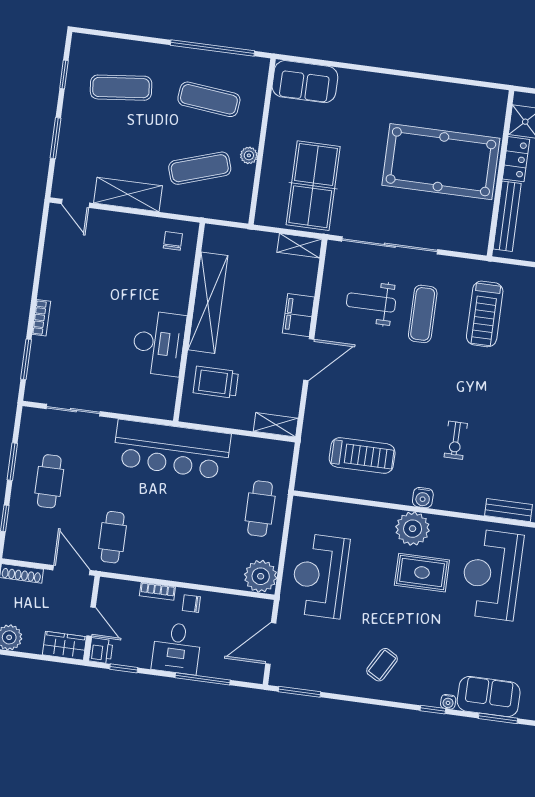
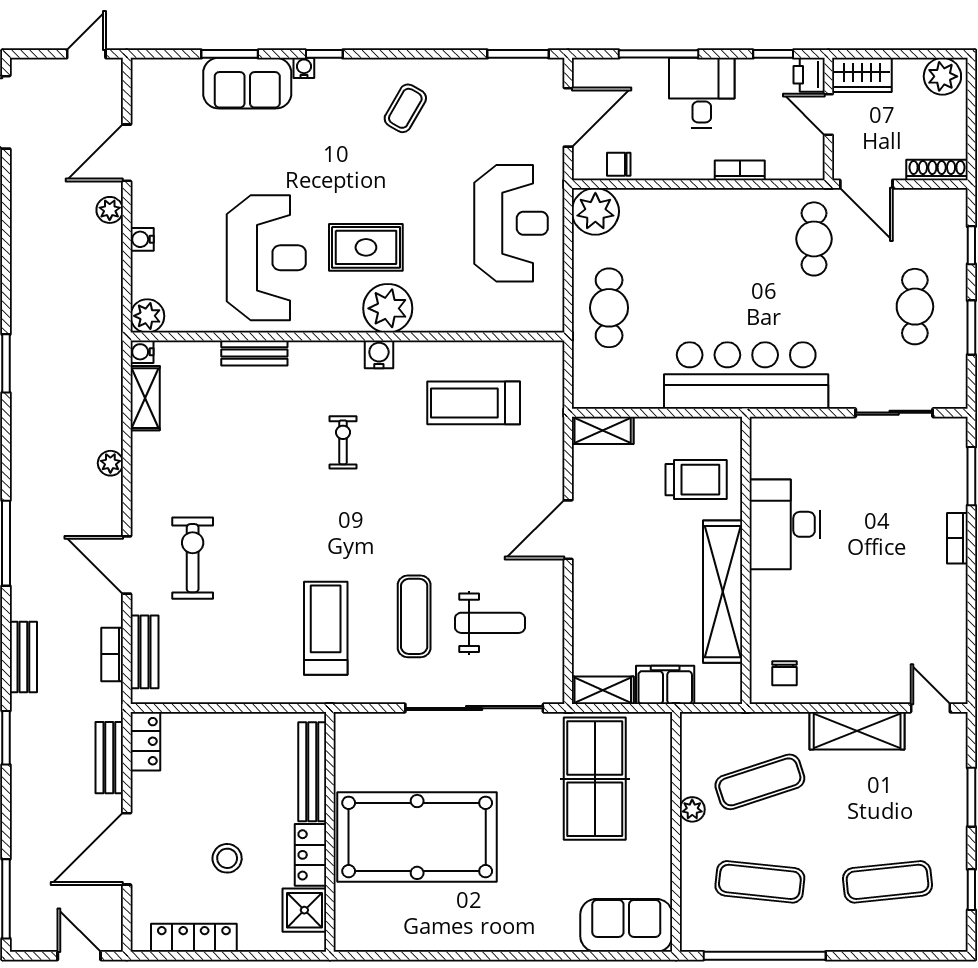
filing cabinet: (298, 315) -> (665, 685), moved, turned -90
chair: (191, 604) -> (619, 164), moved, turned 180

